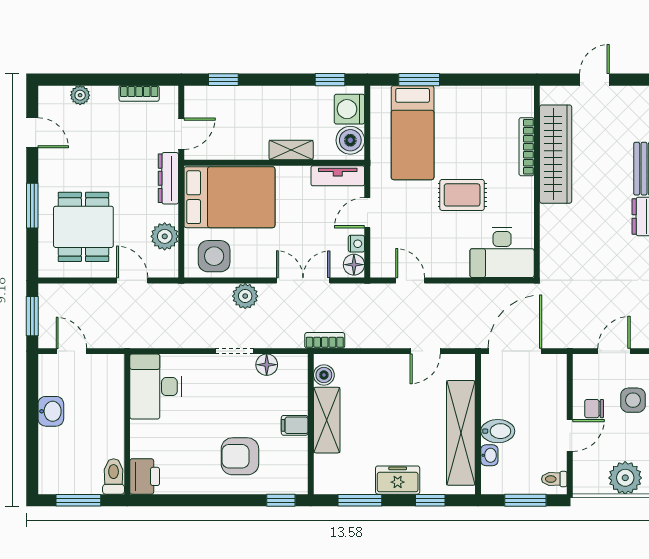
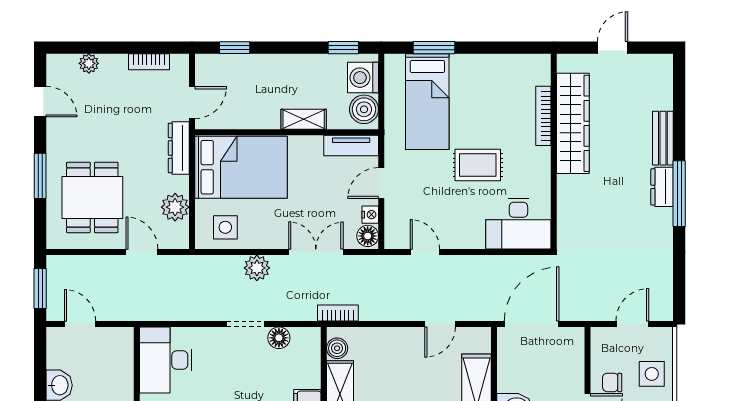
side table: (214, 256) -> (225, 227), width x0.73, depth x0.73

